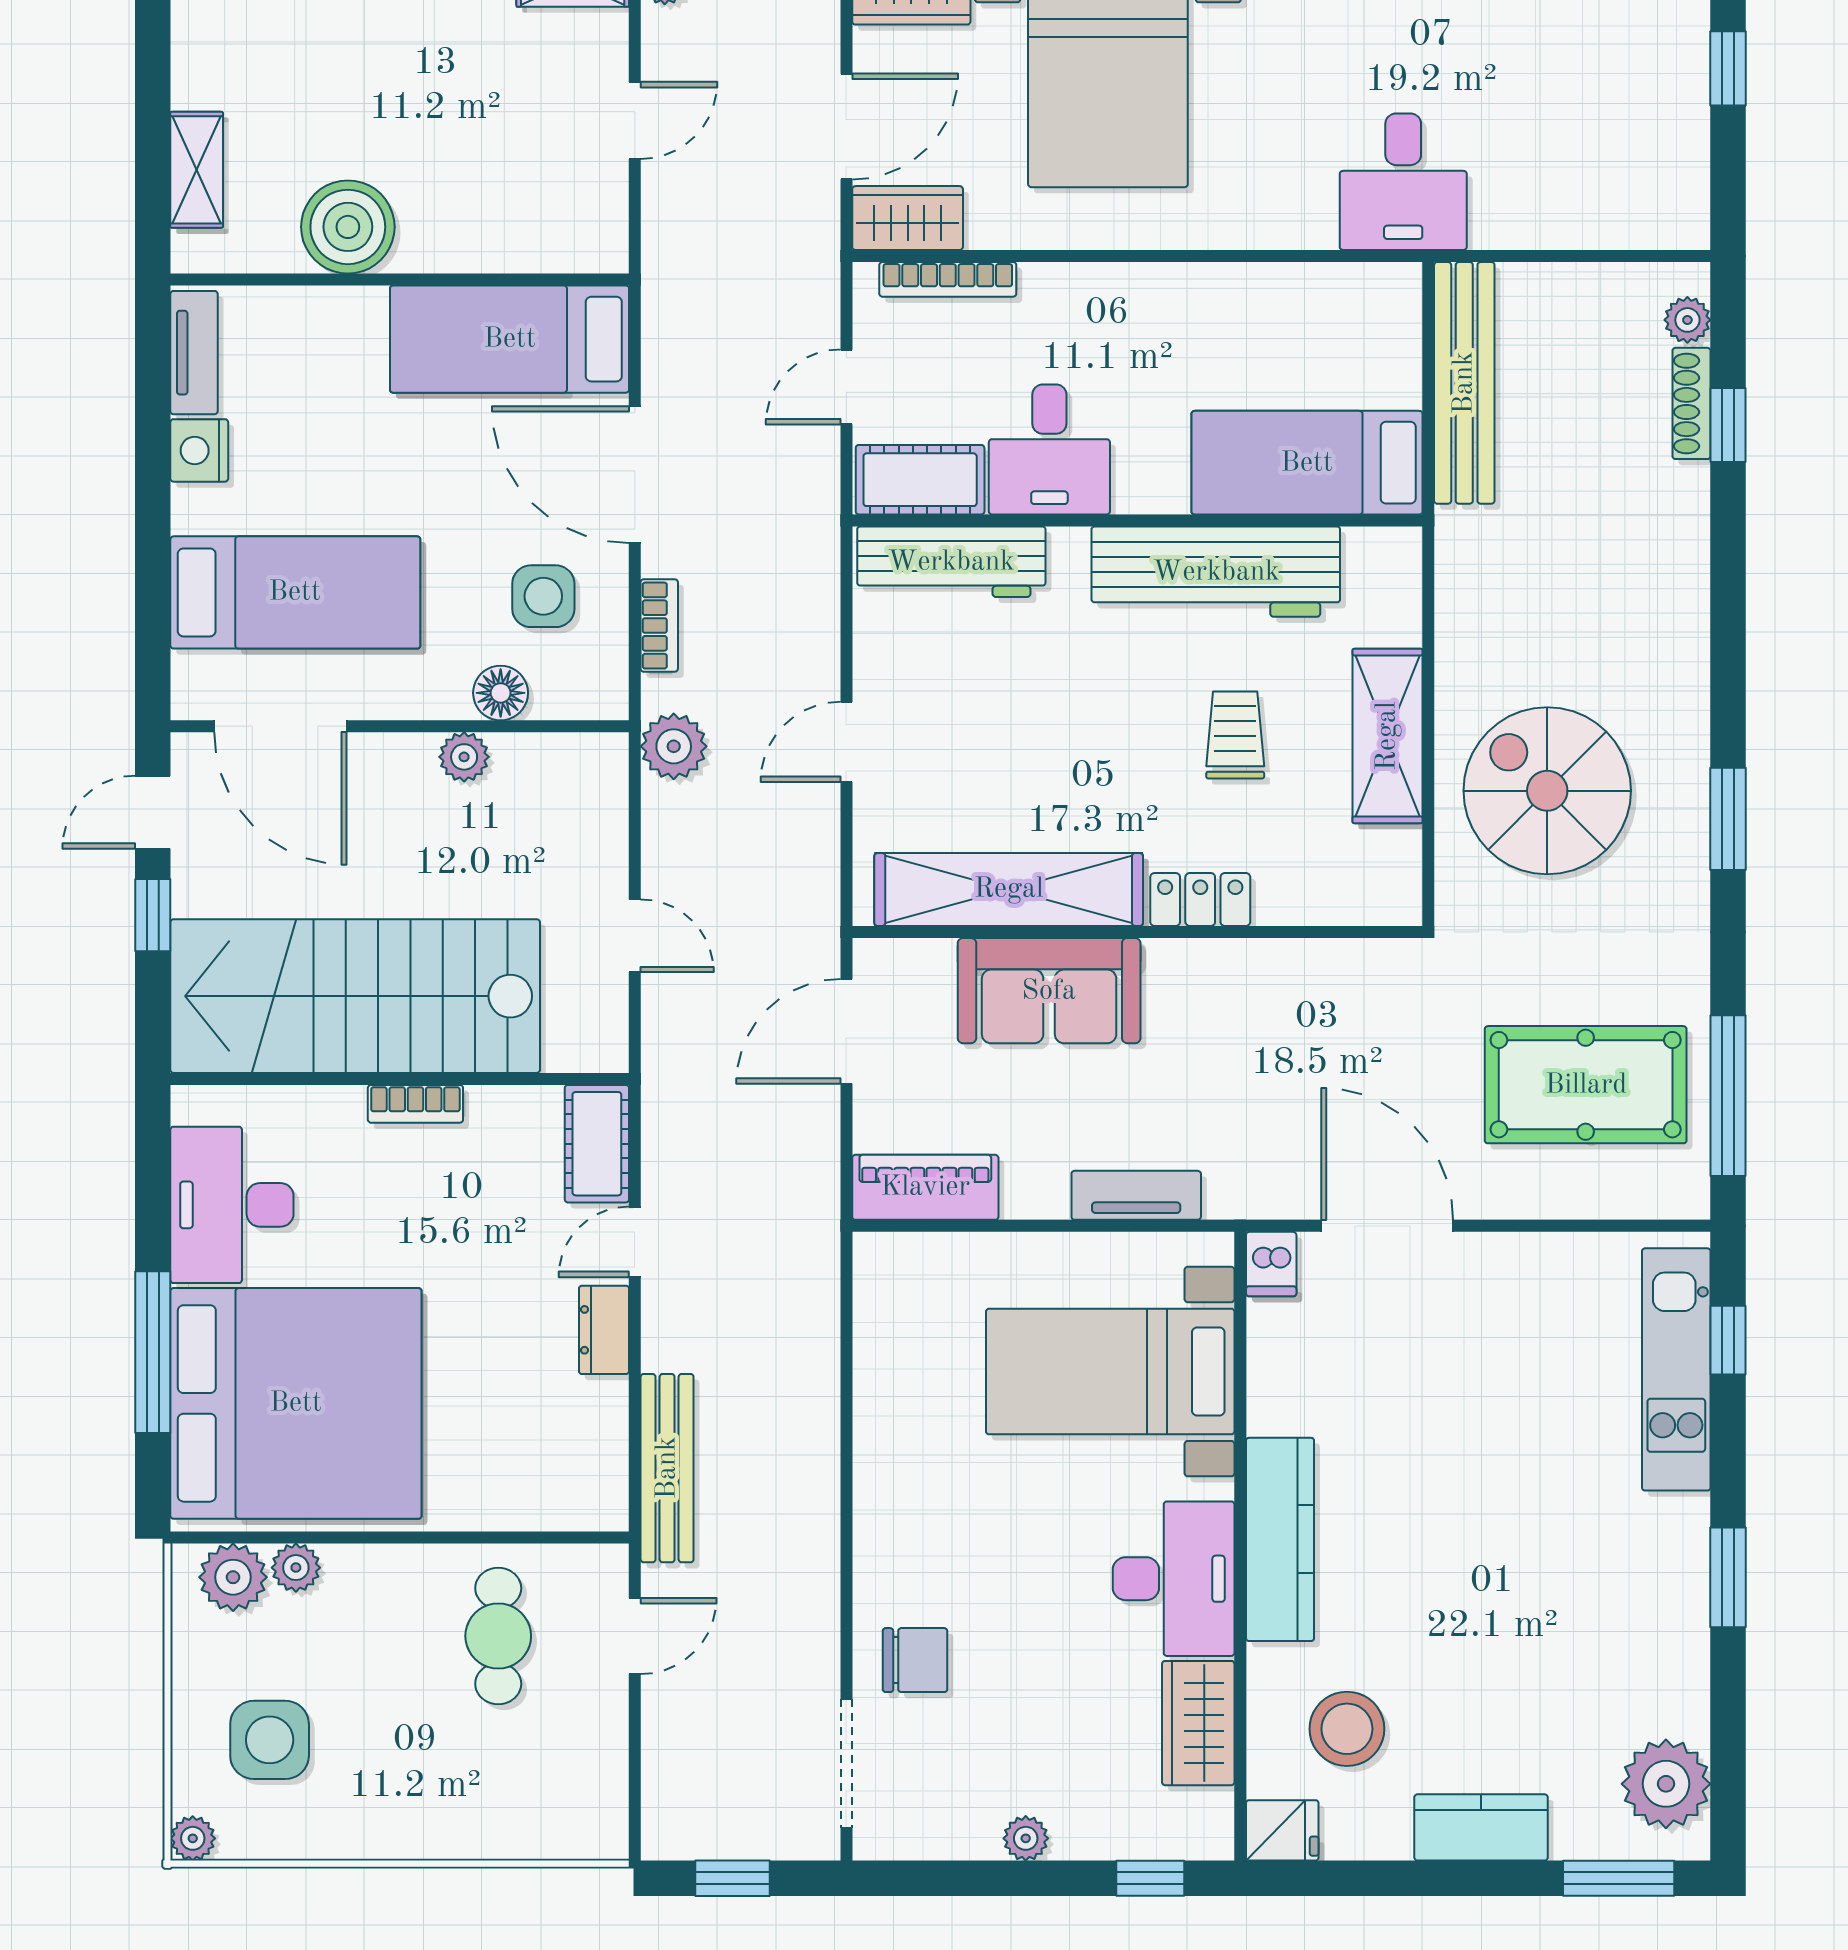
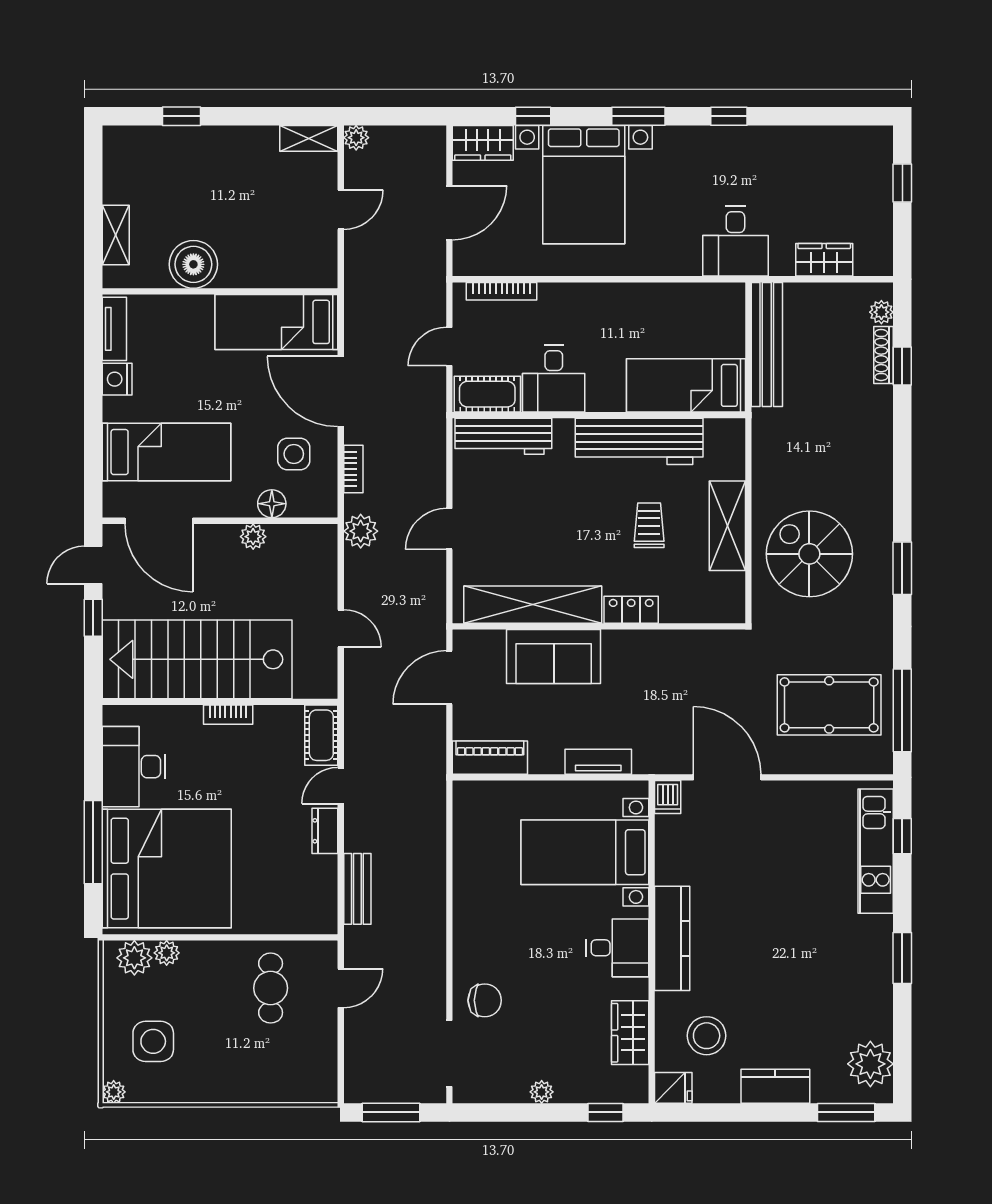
wardrobe: (908, 218) -> (824, 260), moved
bench: (667, 1468) -> (357, 889), width x0.73
desk: (1174, 1579) -> (617, 948), width x0.73
window: (733, 1878) -> (391, 1112), width x1.50

